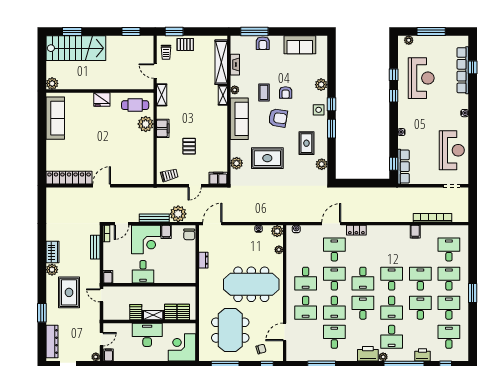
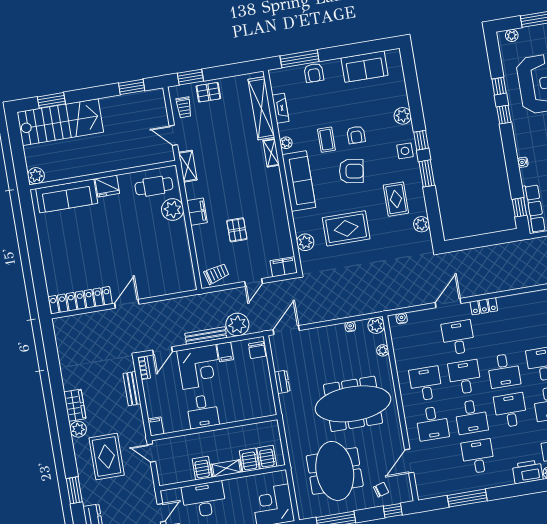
sofa: (55, 118) -> (67, 196), moved, turned 90
desk: (306, 279) -> (426, 384), turned 180
desk: (147, 335) -> (204, 500), moved

